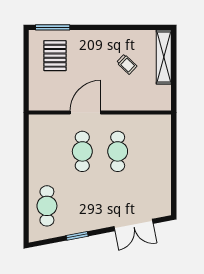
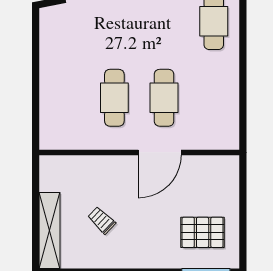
pallet: (55, 56) -> (203, 232), turned 90

